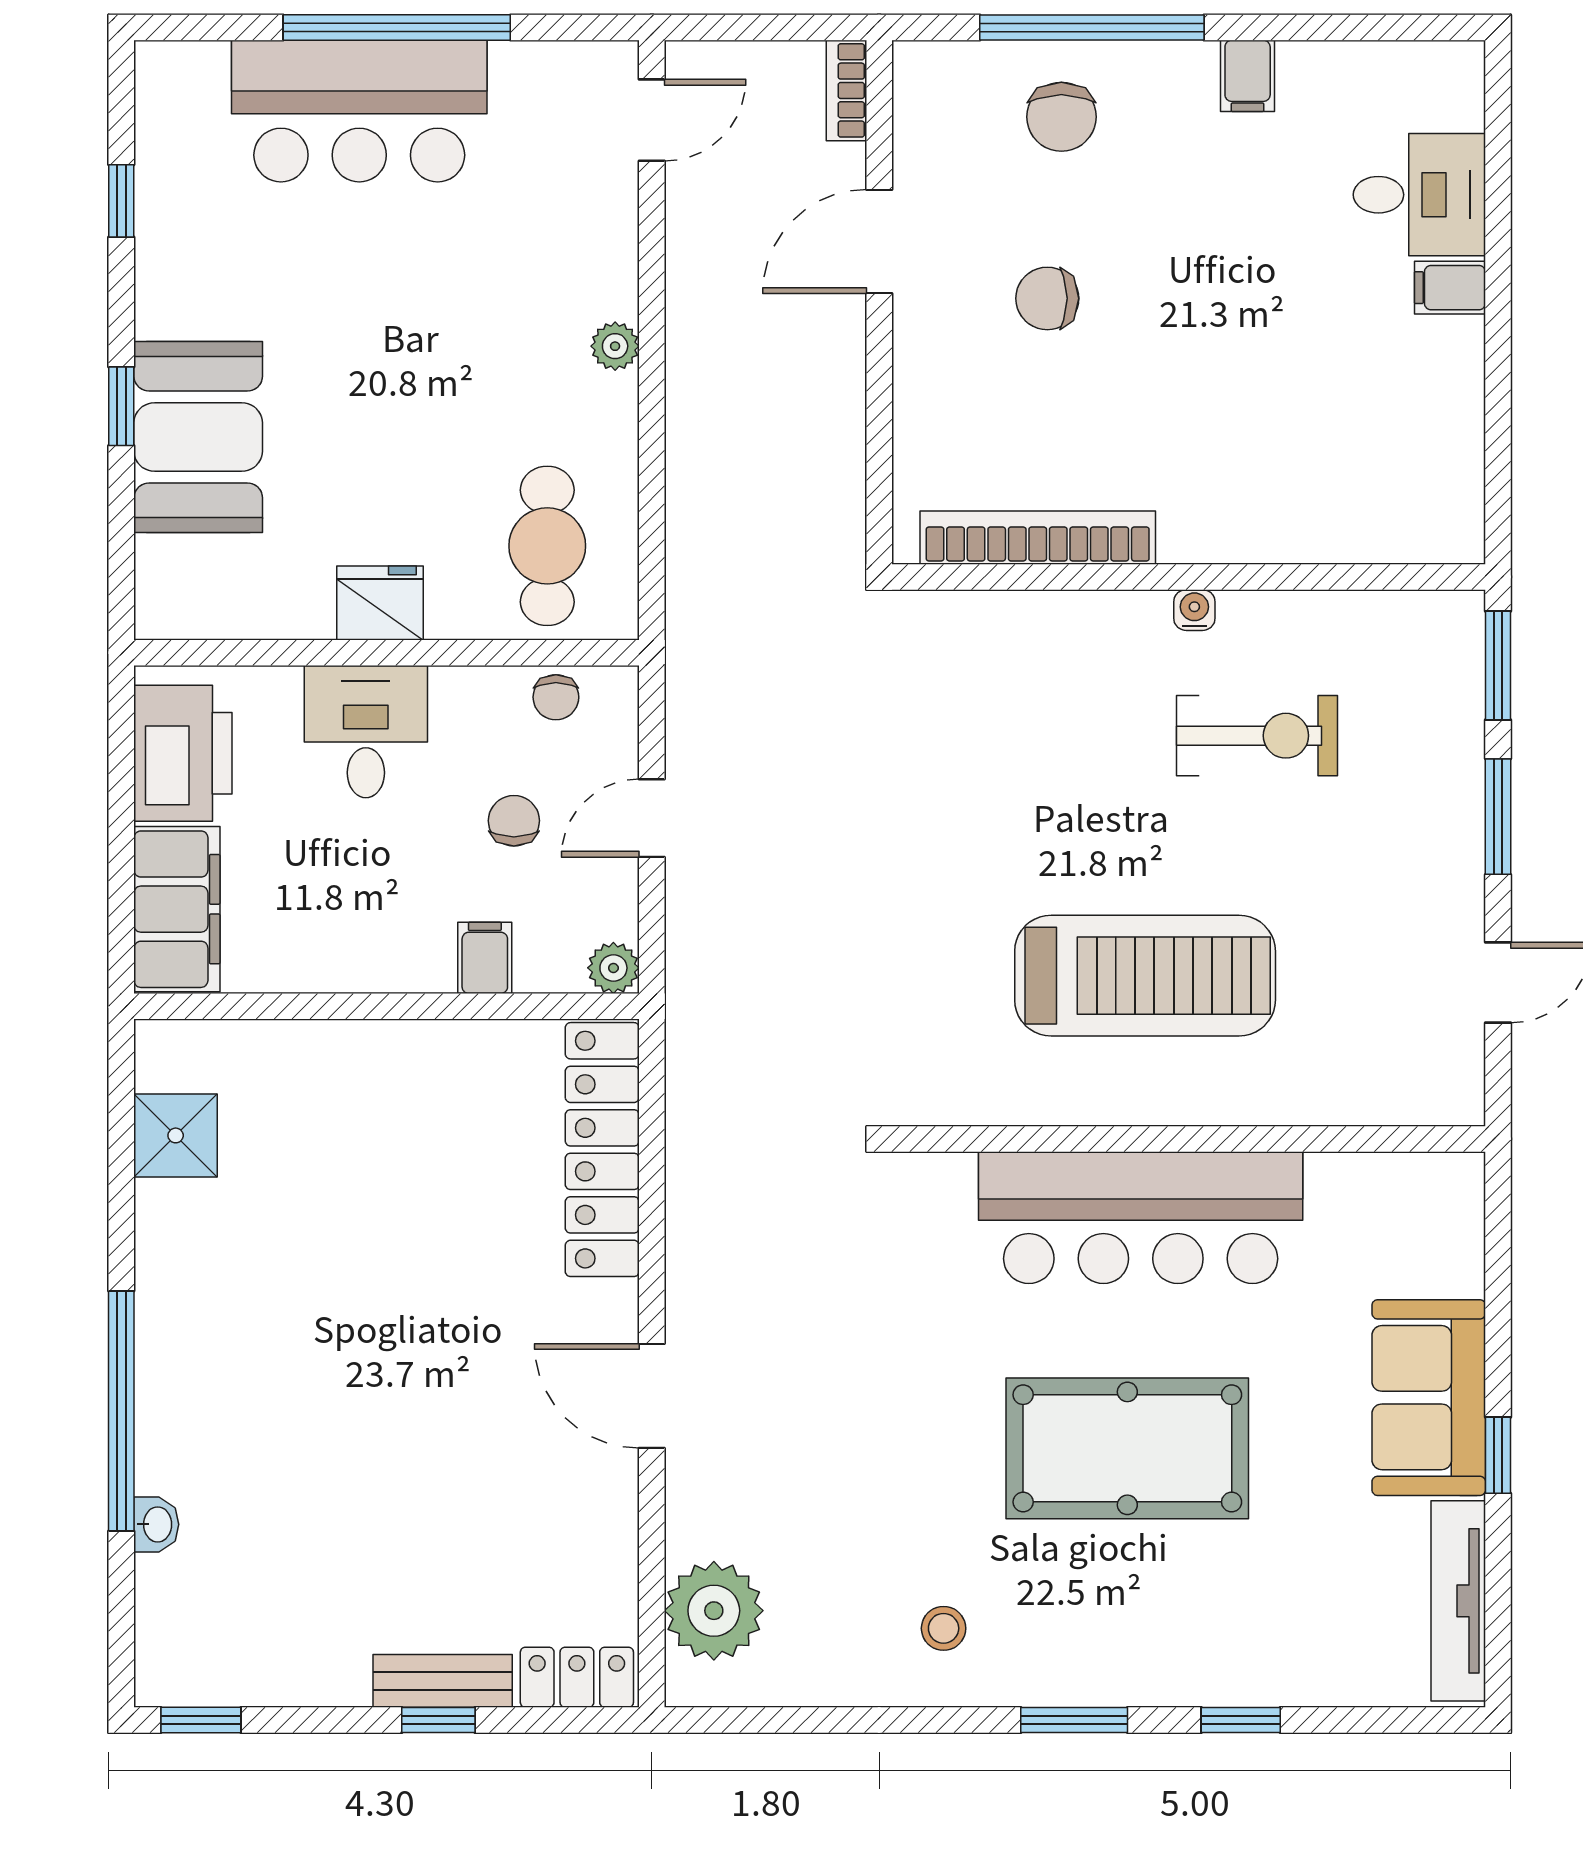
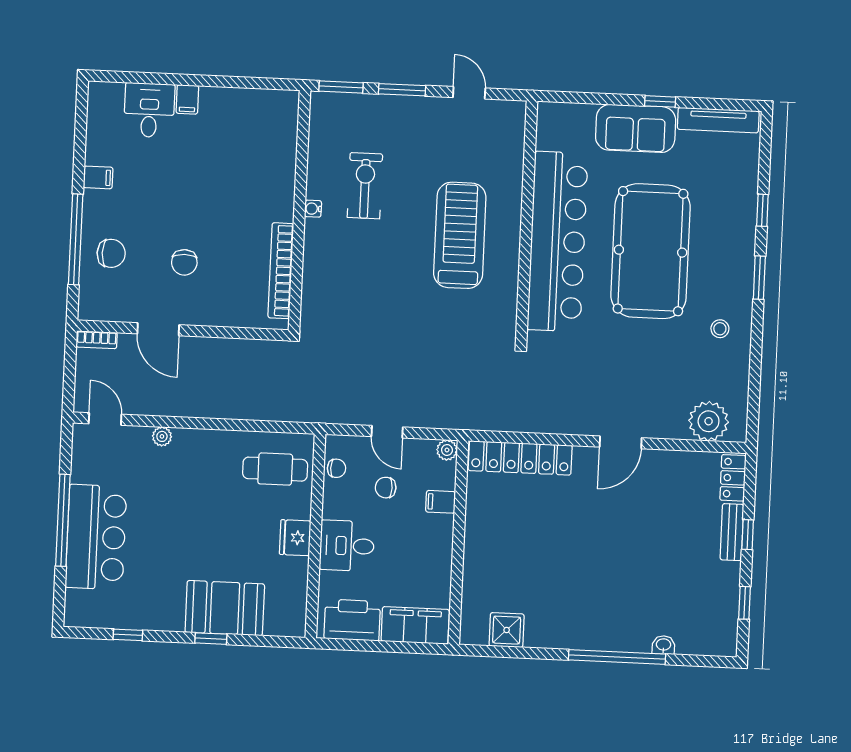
plant: (615, 346) -> (162, 436), moved
bar counter: (1141, 1218) -> (558, 242), width x1.36
pool table: (1127, 1448) -> (651, 251), width x1.36, depth x1.32
window: (201, 1720) -> (745, 603), moved

